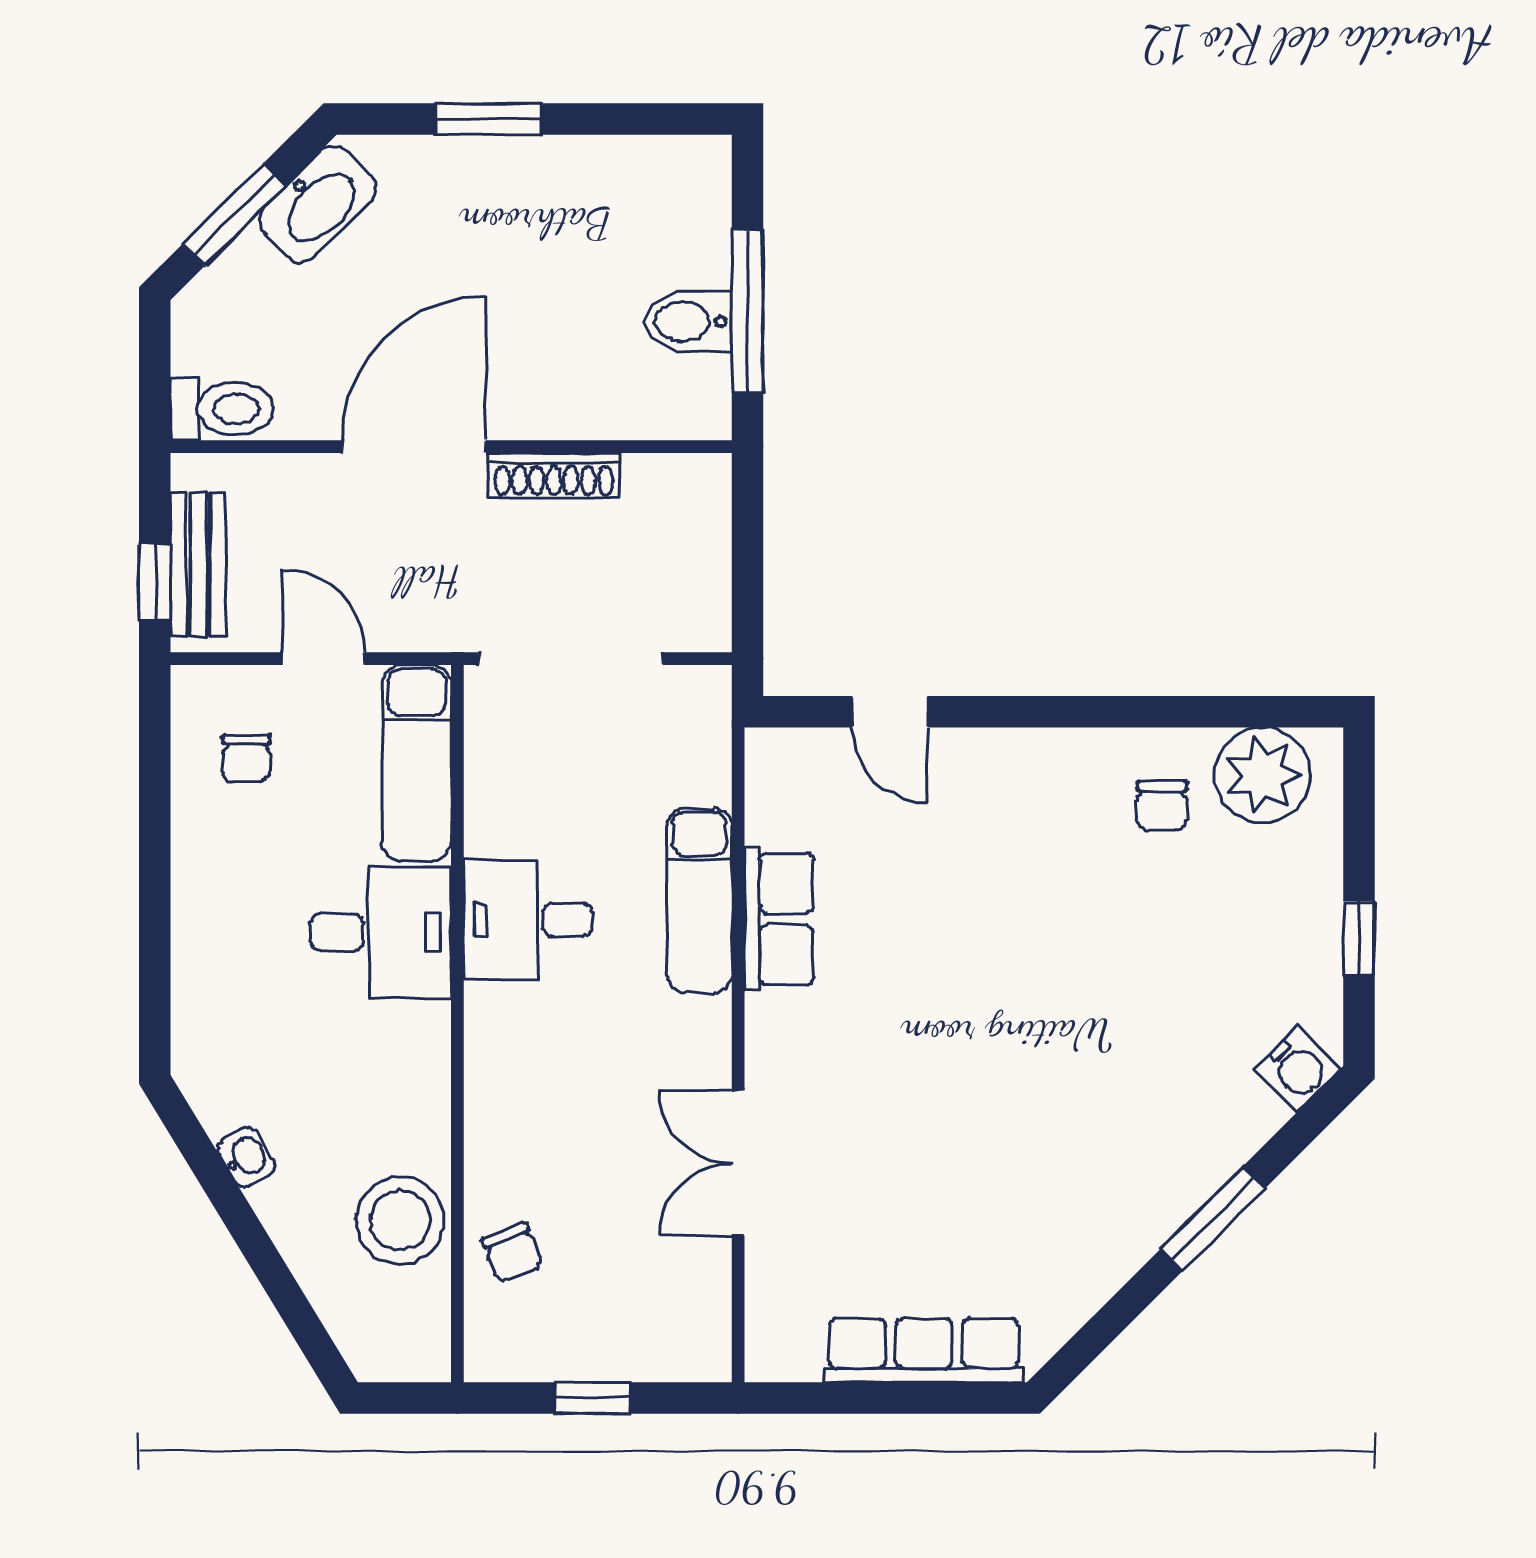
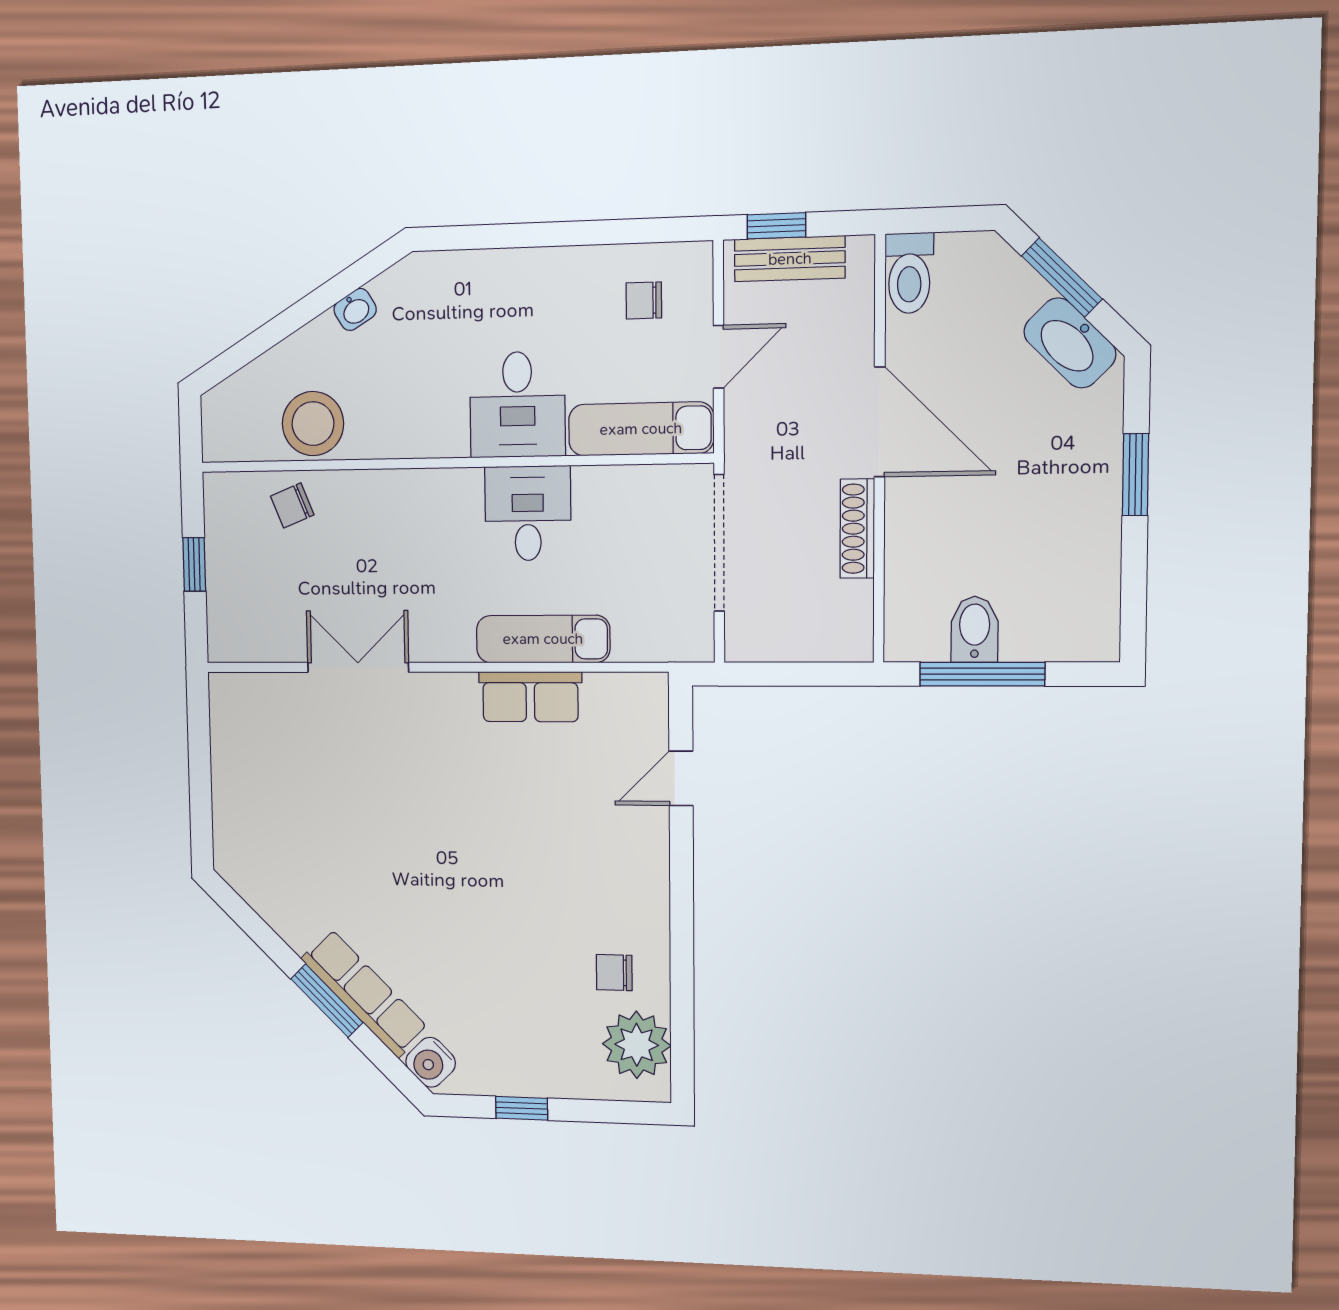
row of seats: (924, 1350) -> (364, 993), moved, turned -45

